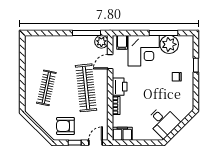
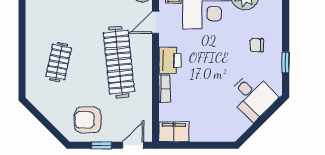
window: (196, 65) -> (286, 62), moved
clothes rail: (46, 88) -> (59, 62), width x0.73
desk: (163, 122) -> (253, 96), moved

